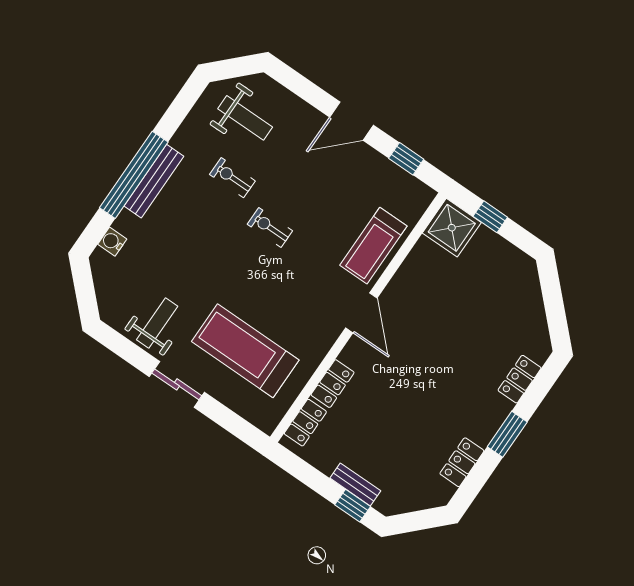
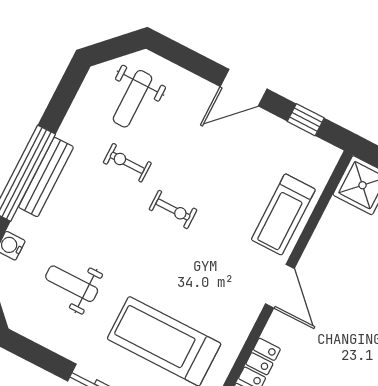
weight bench: (245, 118) -> (132, 99), turned 90
exercise bike: (270, 227) -> (173, 210), turned 180
weight bench: (157, 323) -> (72, 284), moved, turned -90

